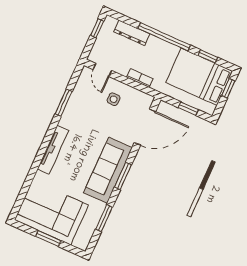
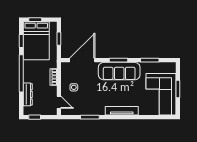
door: (102, 70) -> (59, 102), hinge flipped
door: (145, 127) -> (82, 60), hinge flipped

